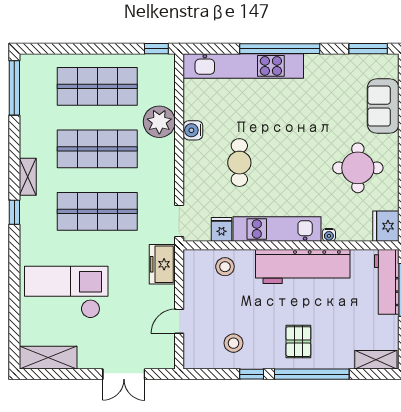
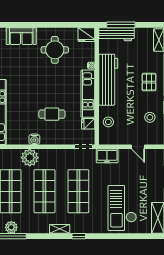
plant: (31, 88) -> (11, 227), added
pallet: (298, 342) -> (149, 82), turned 90

